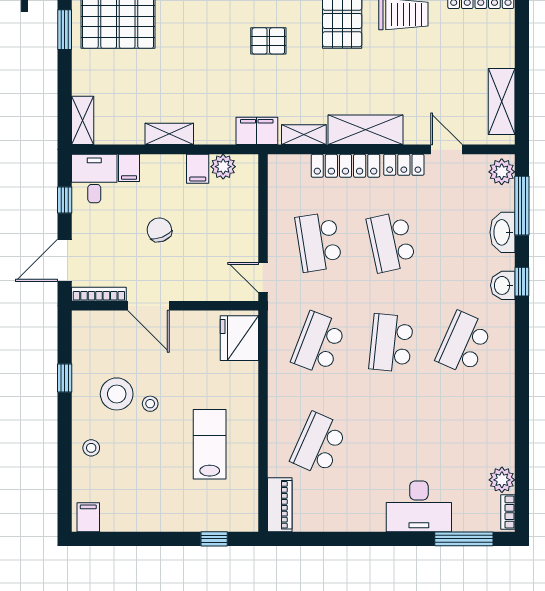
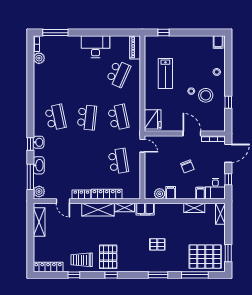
pallet: (268, 41) -> (157, 244), moved
shelving: (169, 134) -> (194, 208), moved
school desk: (391, 242) -> (87, 161), removed
school desk: (319, 343) -> (118, 117), turned -33
school desk: (464, 343) -> (55, 117), turned -36
desk: (419, 506) -> (96, 47), moved

